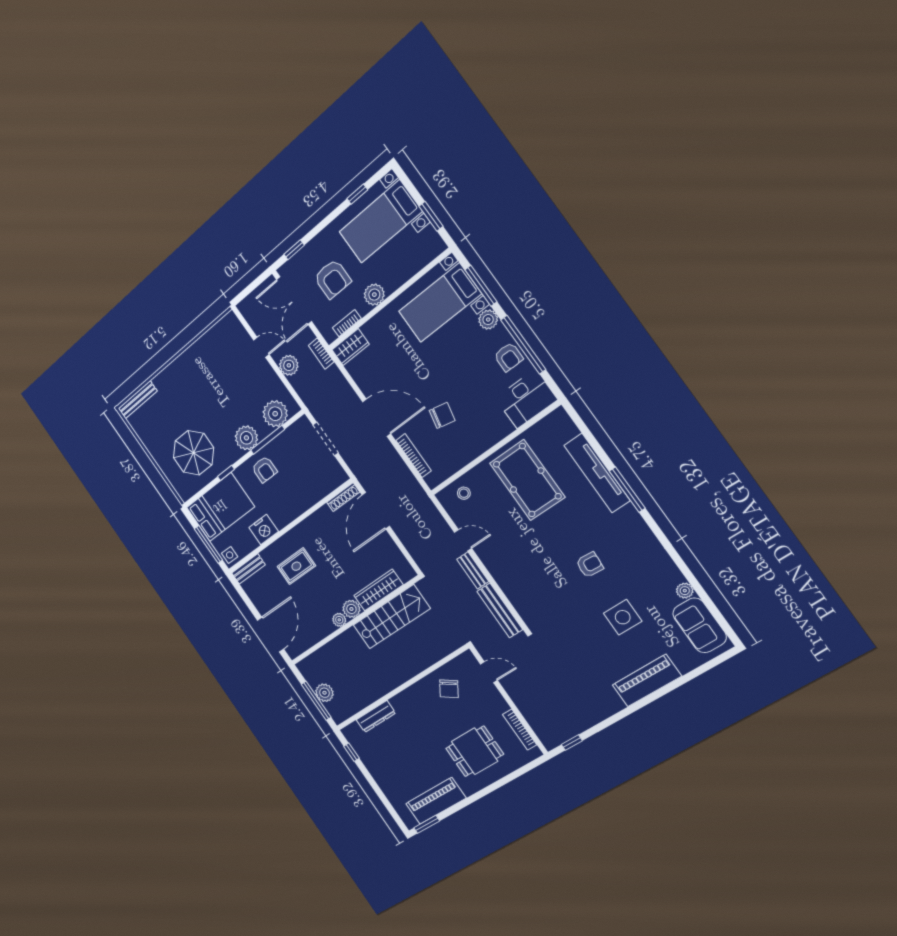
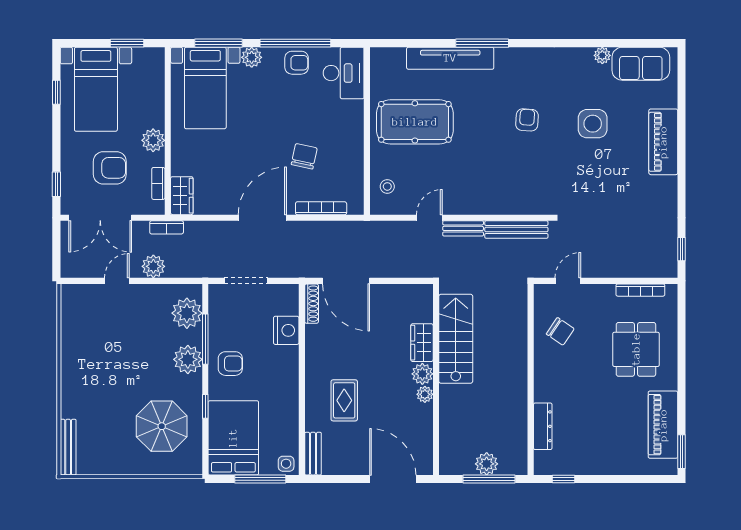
nightstand: (264, 530) -> (286, 330), moved
wardrobe: (378, 590) -> (422, 343), width x0.67

